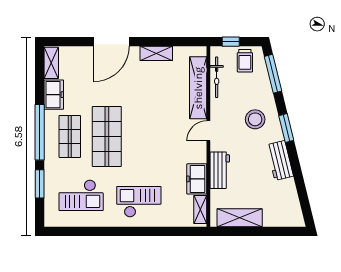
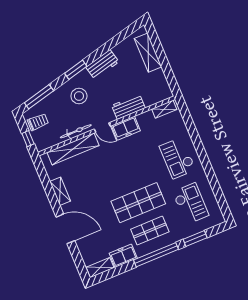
bicycle: (217, 77) -> (76, 131), moved
freezer: (197, 179) -> (126, 128), moved
shelving: (240, 218) -> (148, 53), moved

